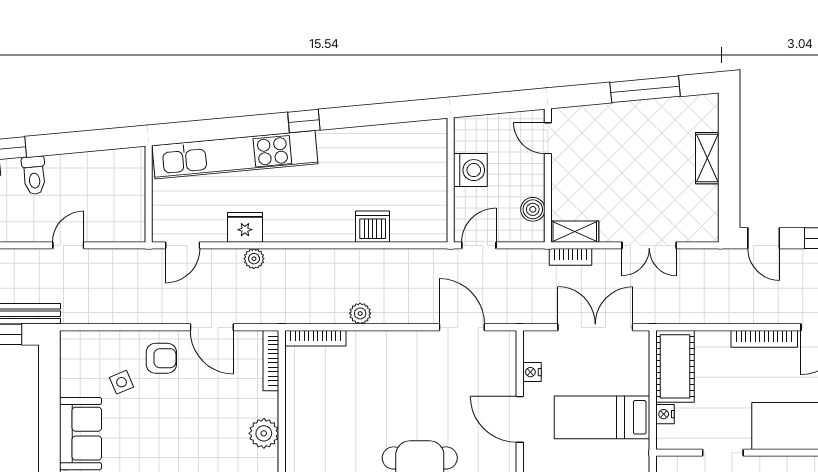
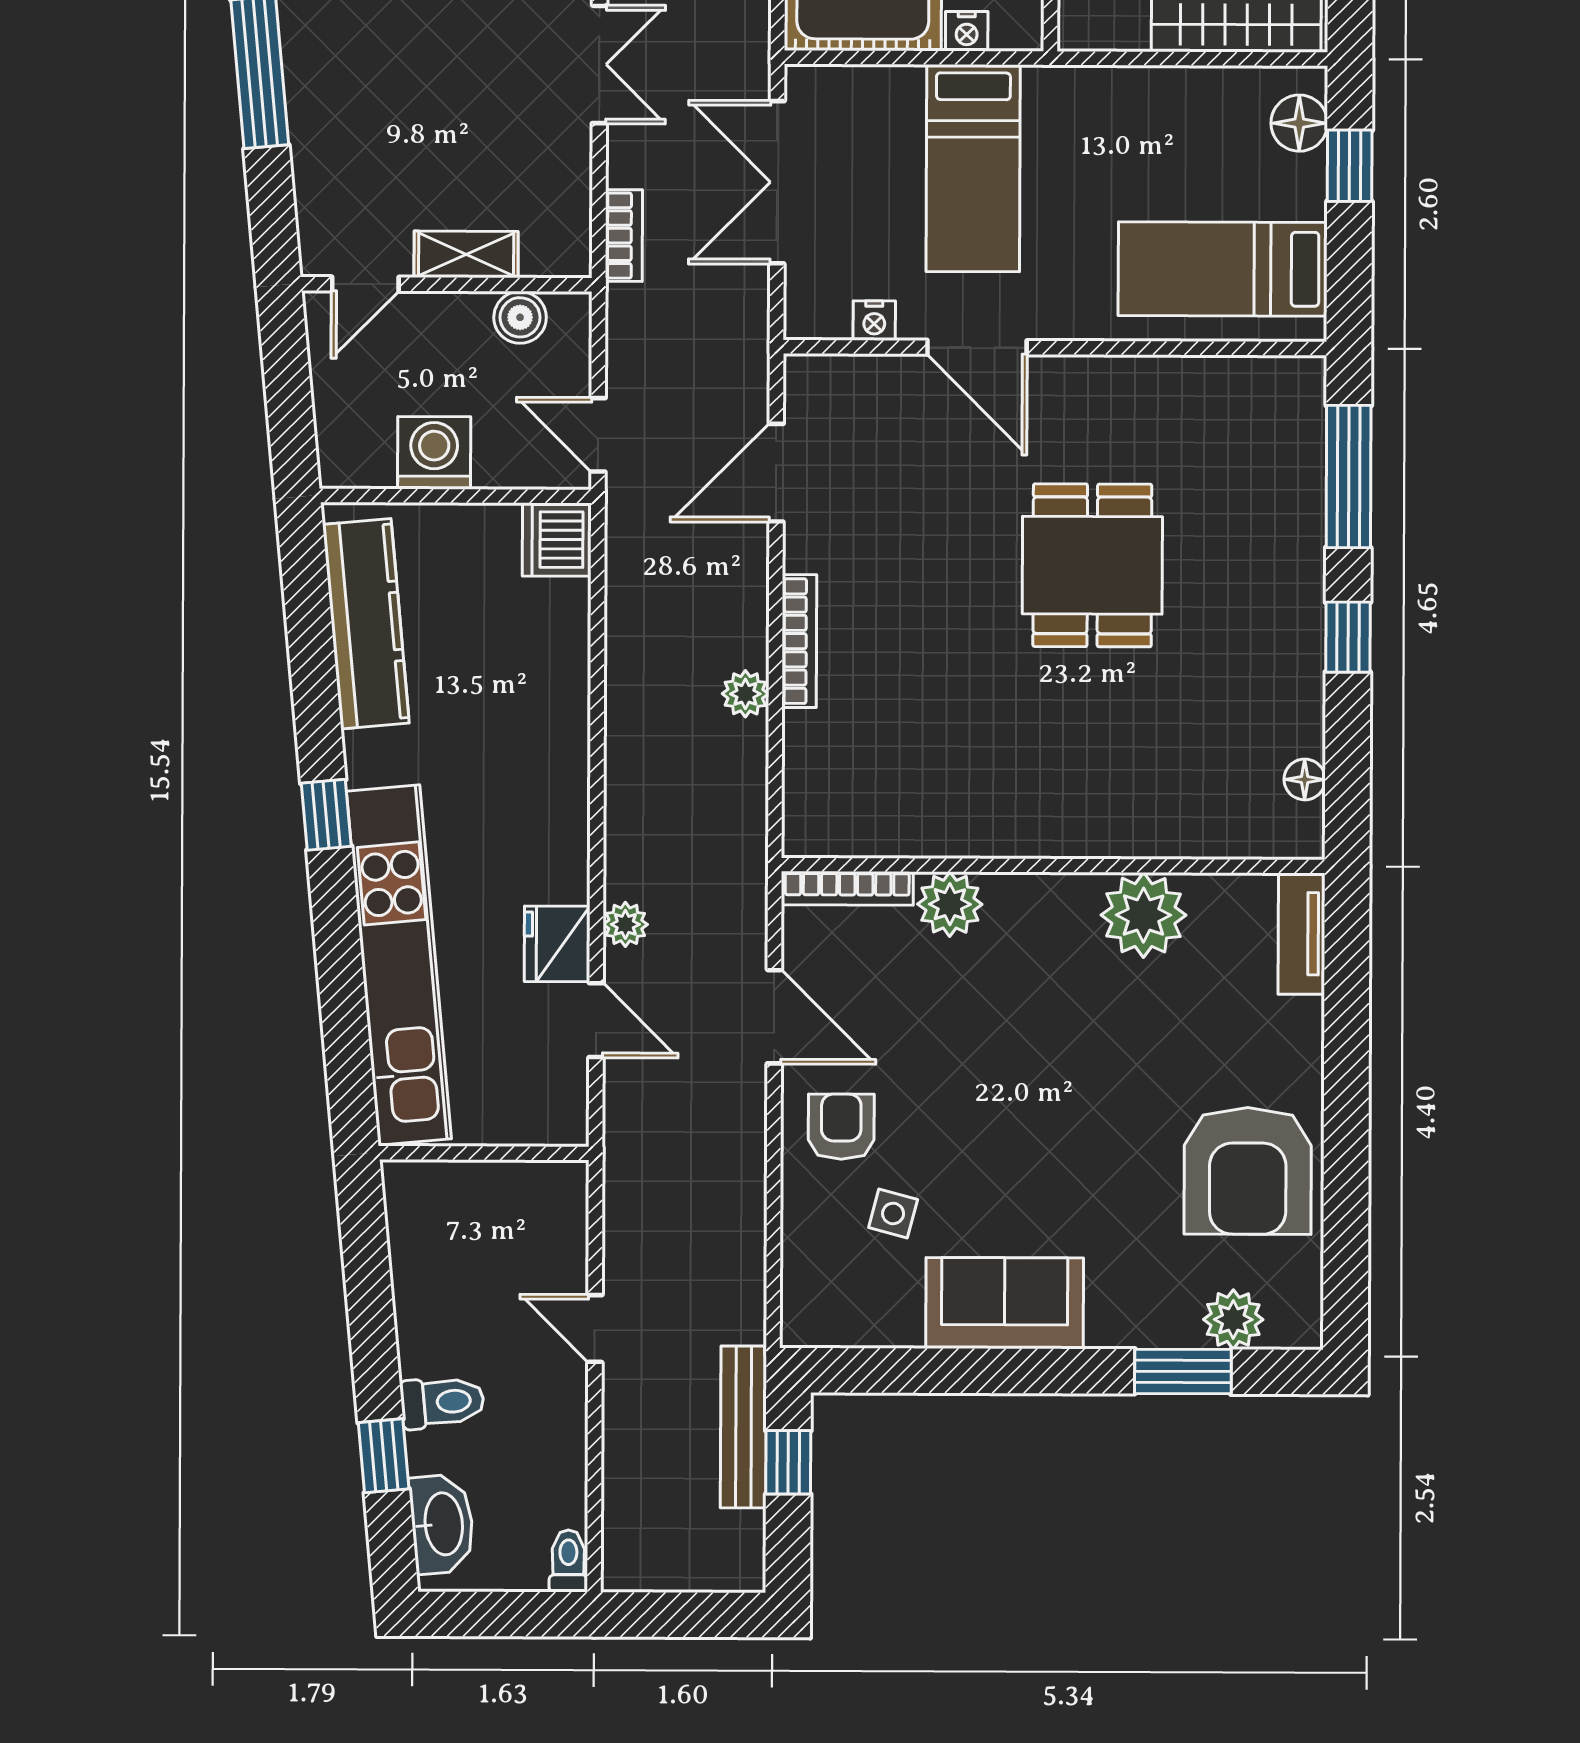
kitchen counter: (392, 139) -> (366, 624), added
dishwasher: (373, 227) -> (557, 540), moved
shelving: (575, 232) -> (466, 254), moved, turned 90
door: (183, 245) -> (596, 1020), moved
door: (212, 327) -> (774, 1017), hinge flipped
bookcase: (315, 338) -> (799, 641), moved
side table: (122, 382) -> (893, 1214), turned 38
door: (520, 419) -> (977, 347), hinge flipped
plant: (264, 433) -> (950, 904), moved

